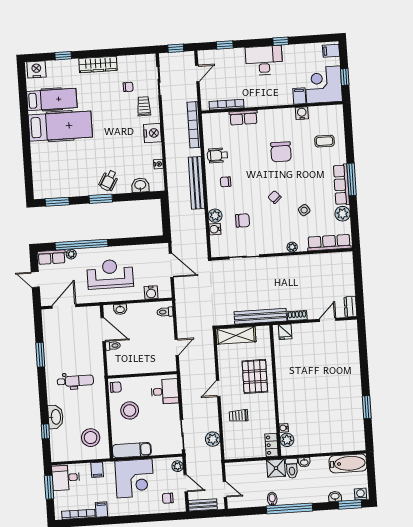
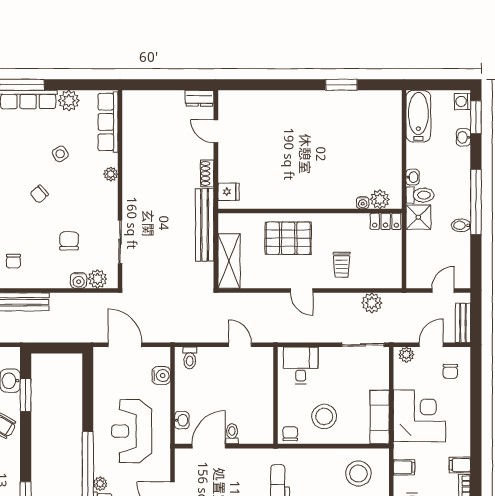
window: (101, 199) -> (26, 395), moved
plant: (215, 216) -> (97, 279), moved
door: (171, 265) -> (125, 345), hinge flipped

